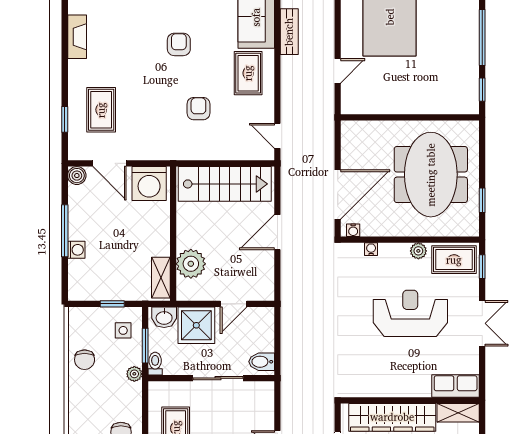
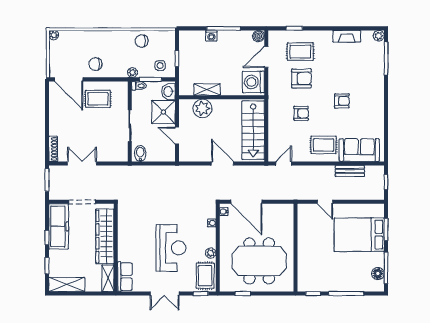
armchair: (144, 108) -> (301, 78), added
shelving: (161, 278) -> (207, 89), moved

